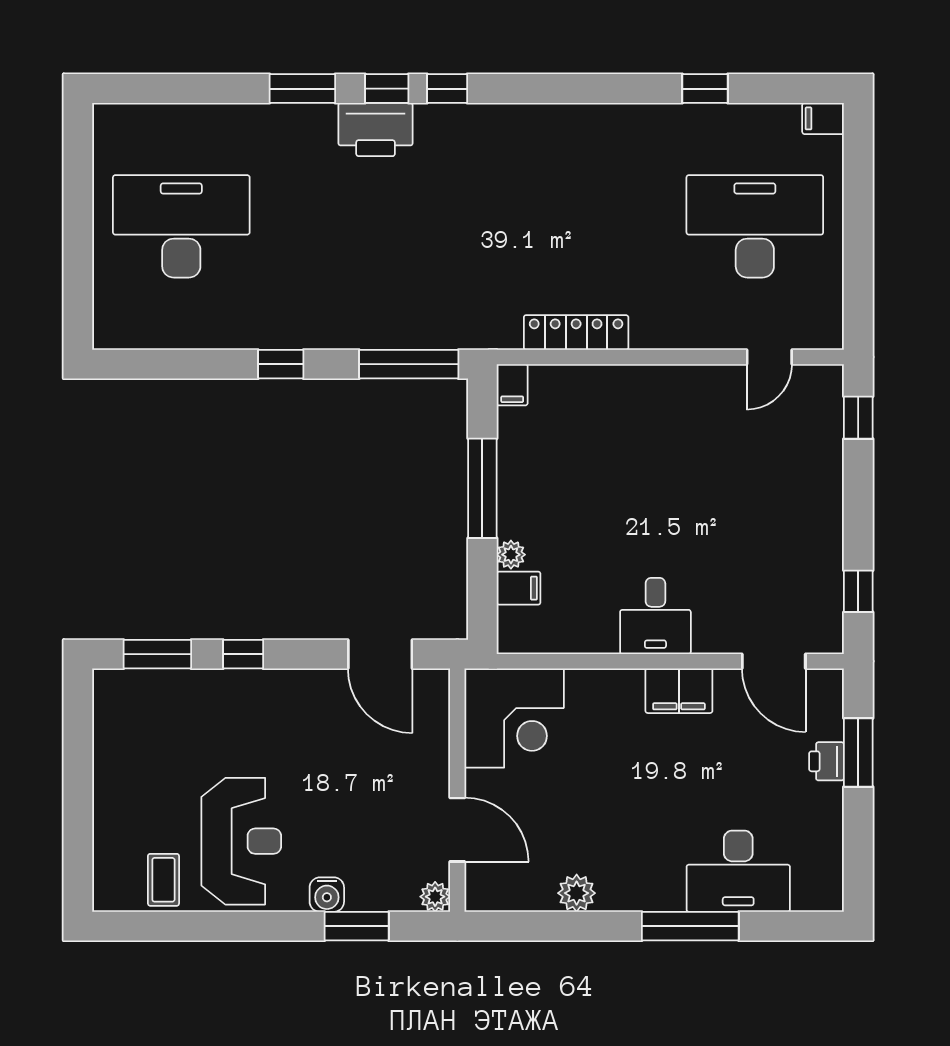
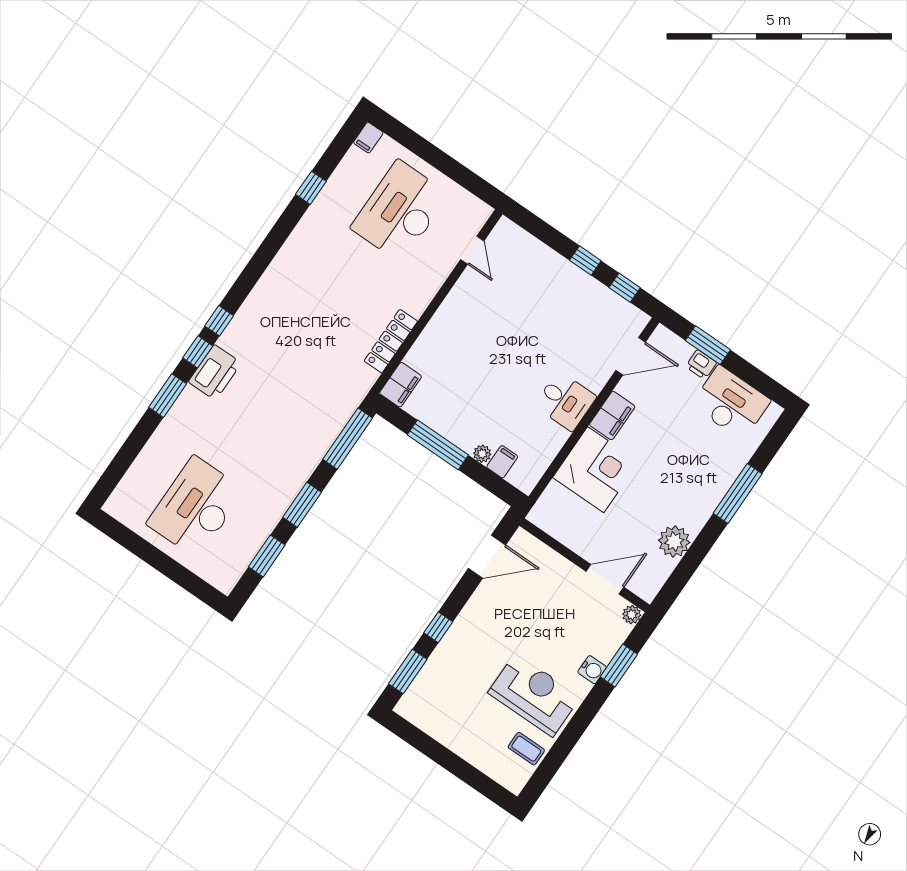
window: (181, 364) -> (267, 556), added
window: (281, 364) -> (302, 505), width x1.50
filing cabinet: (512, 385) -> (401, 385), width x2.00
window: (858, 418) -> (585, 261), moved
corner desk: (514, 718) -> (596, 470), moved
desk: (738, 871) -> (731, 403), moved, turned -90
plant: (577, 893) -> (674, 541), width x1.36, depth x1.36

